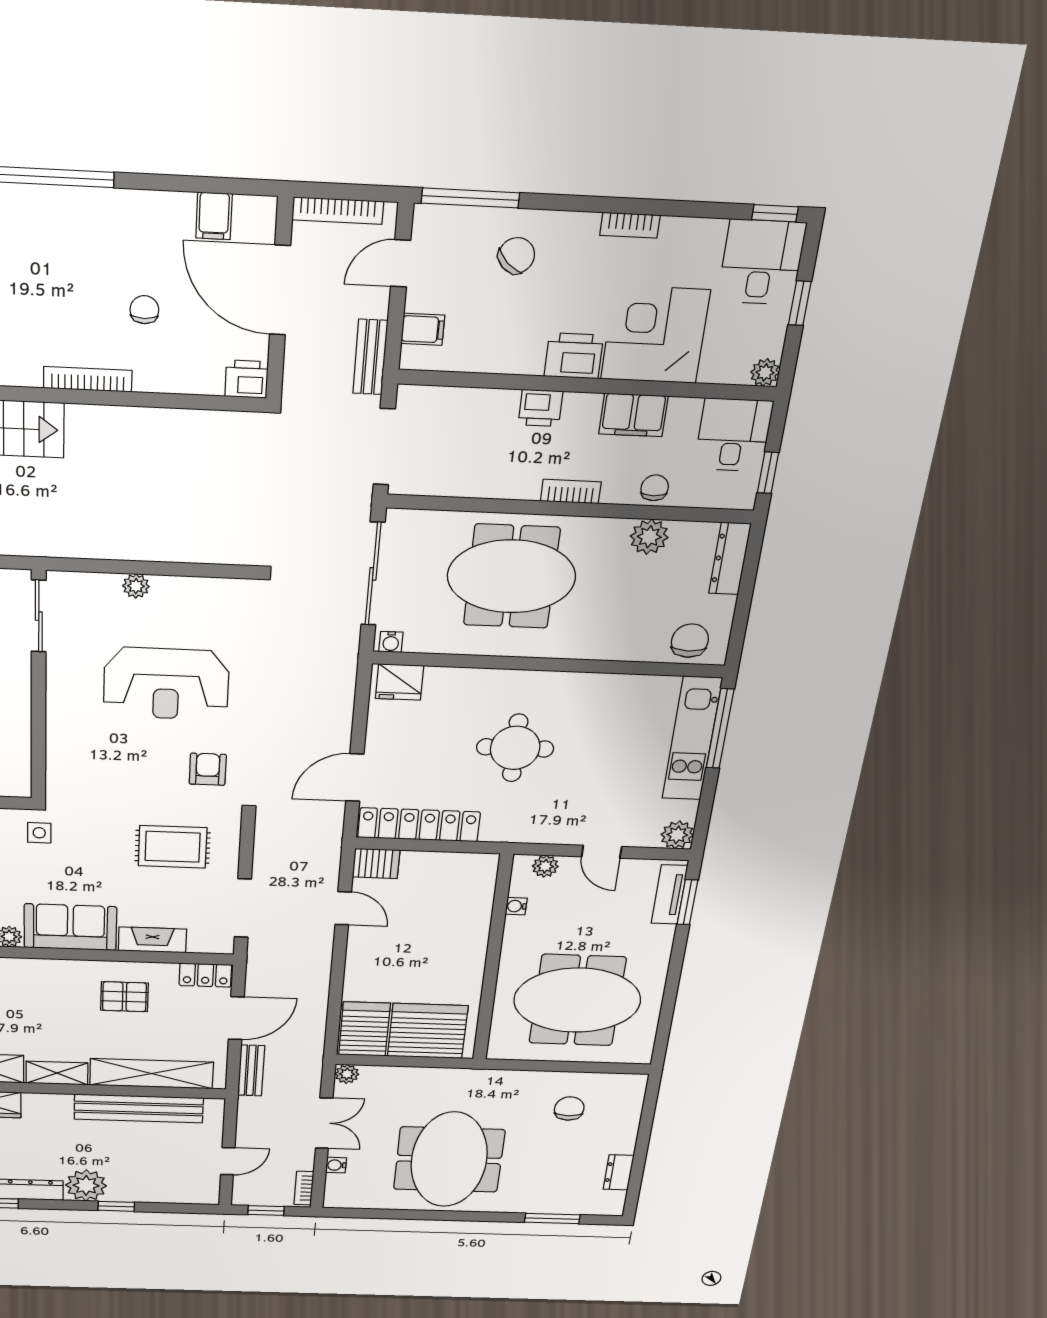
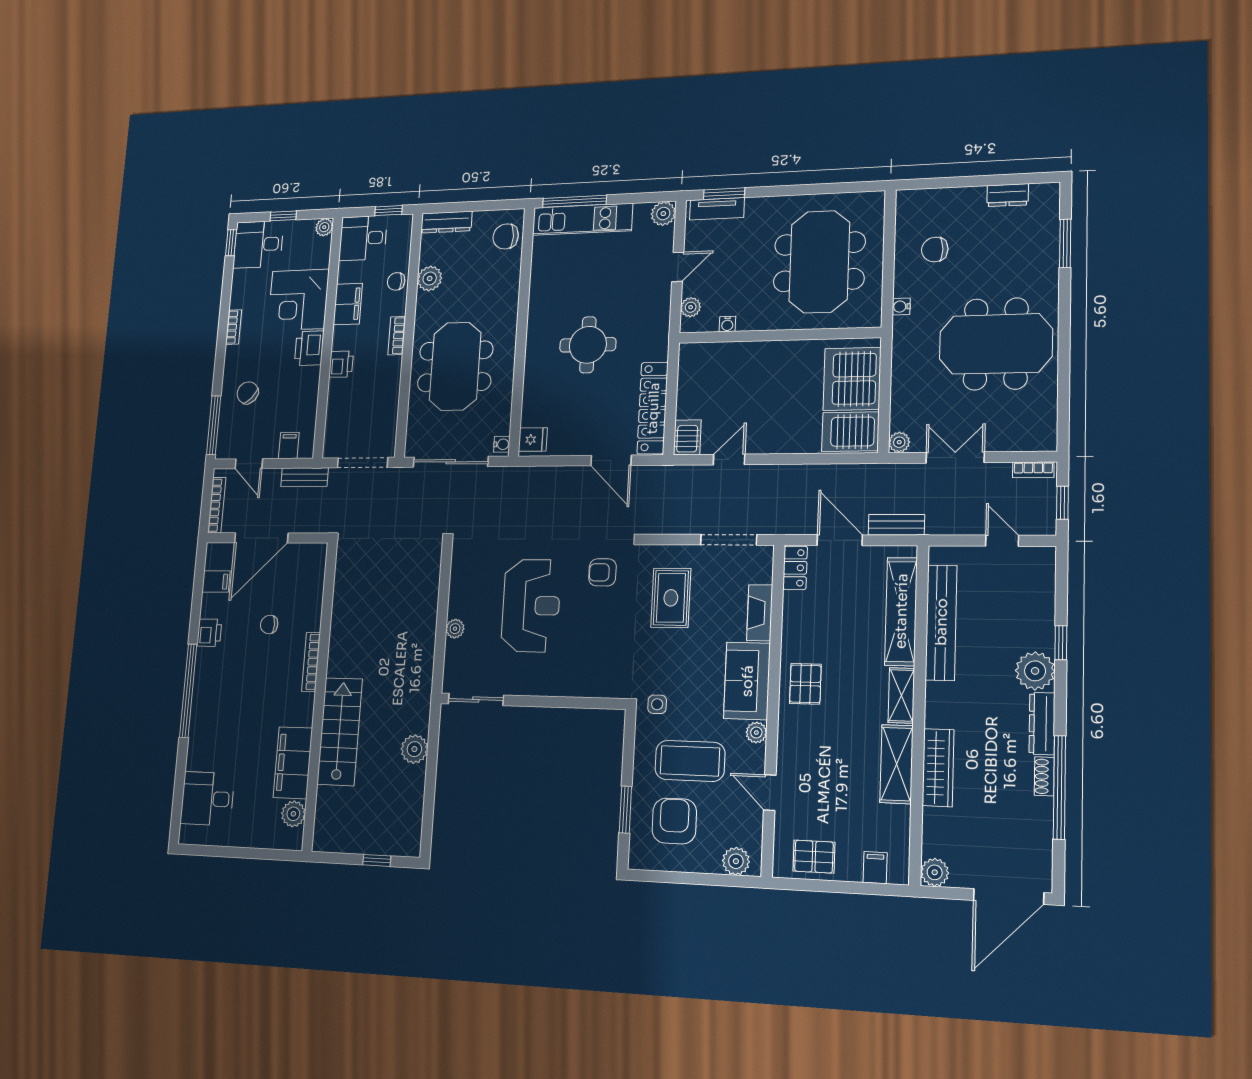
printer: (247, 379) -> (209, 633), moved, turned 180
fridge: (400, 682) -> (533, 440), width x0.72
pallet: (124, 997) -> (805, 684), moved
water cooler: (336, 1165) -> (901, 307), moved, turned 90

